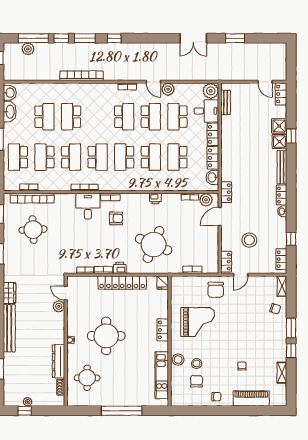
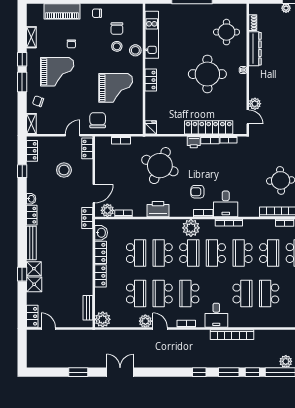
desk: (206, 111) -> (216, 315), moved, turned -90
plant: (123, 182) -> (191, 228), added
printer: (155, 199) -> (158, 209), width x1.87, depth x1.48
locker: (122, 283) -> (209, 127), moved
grand piano: (198, 322) -> (116, 88), turned 180
grand piano: (256, 338) -> (57, 72), added

